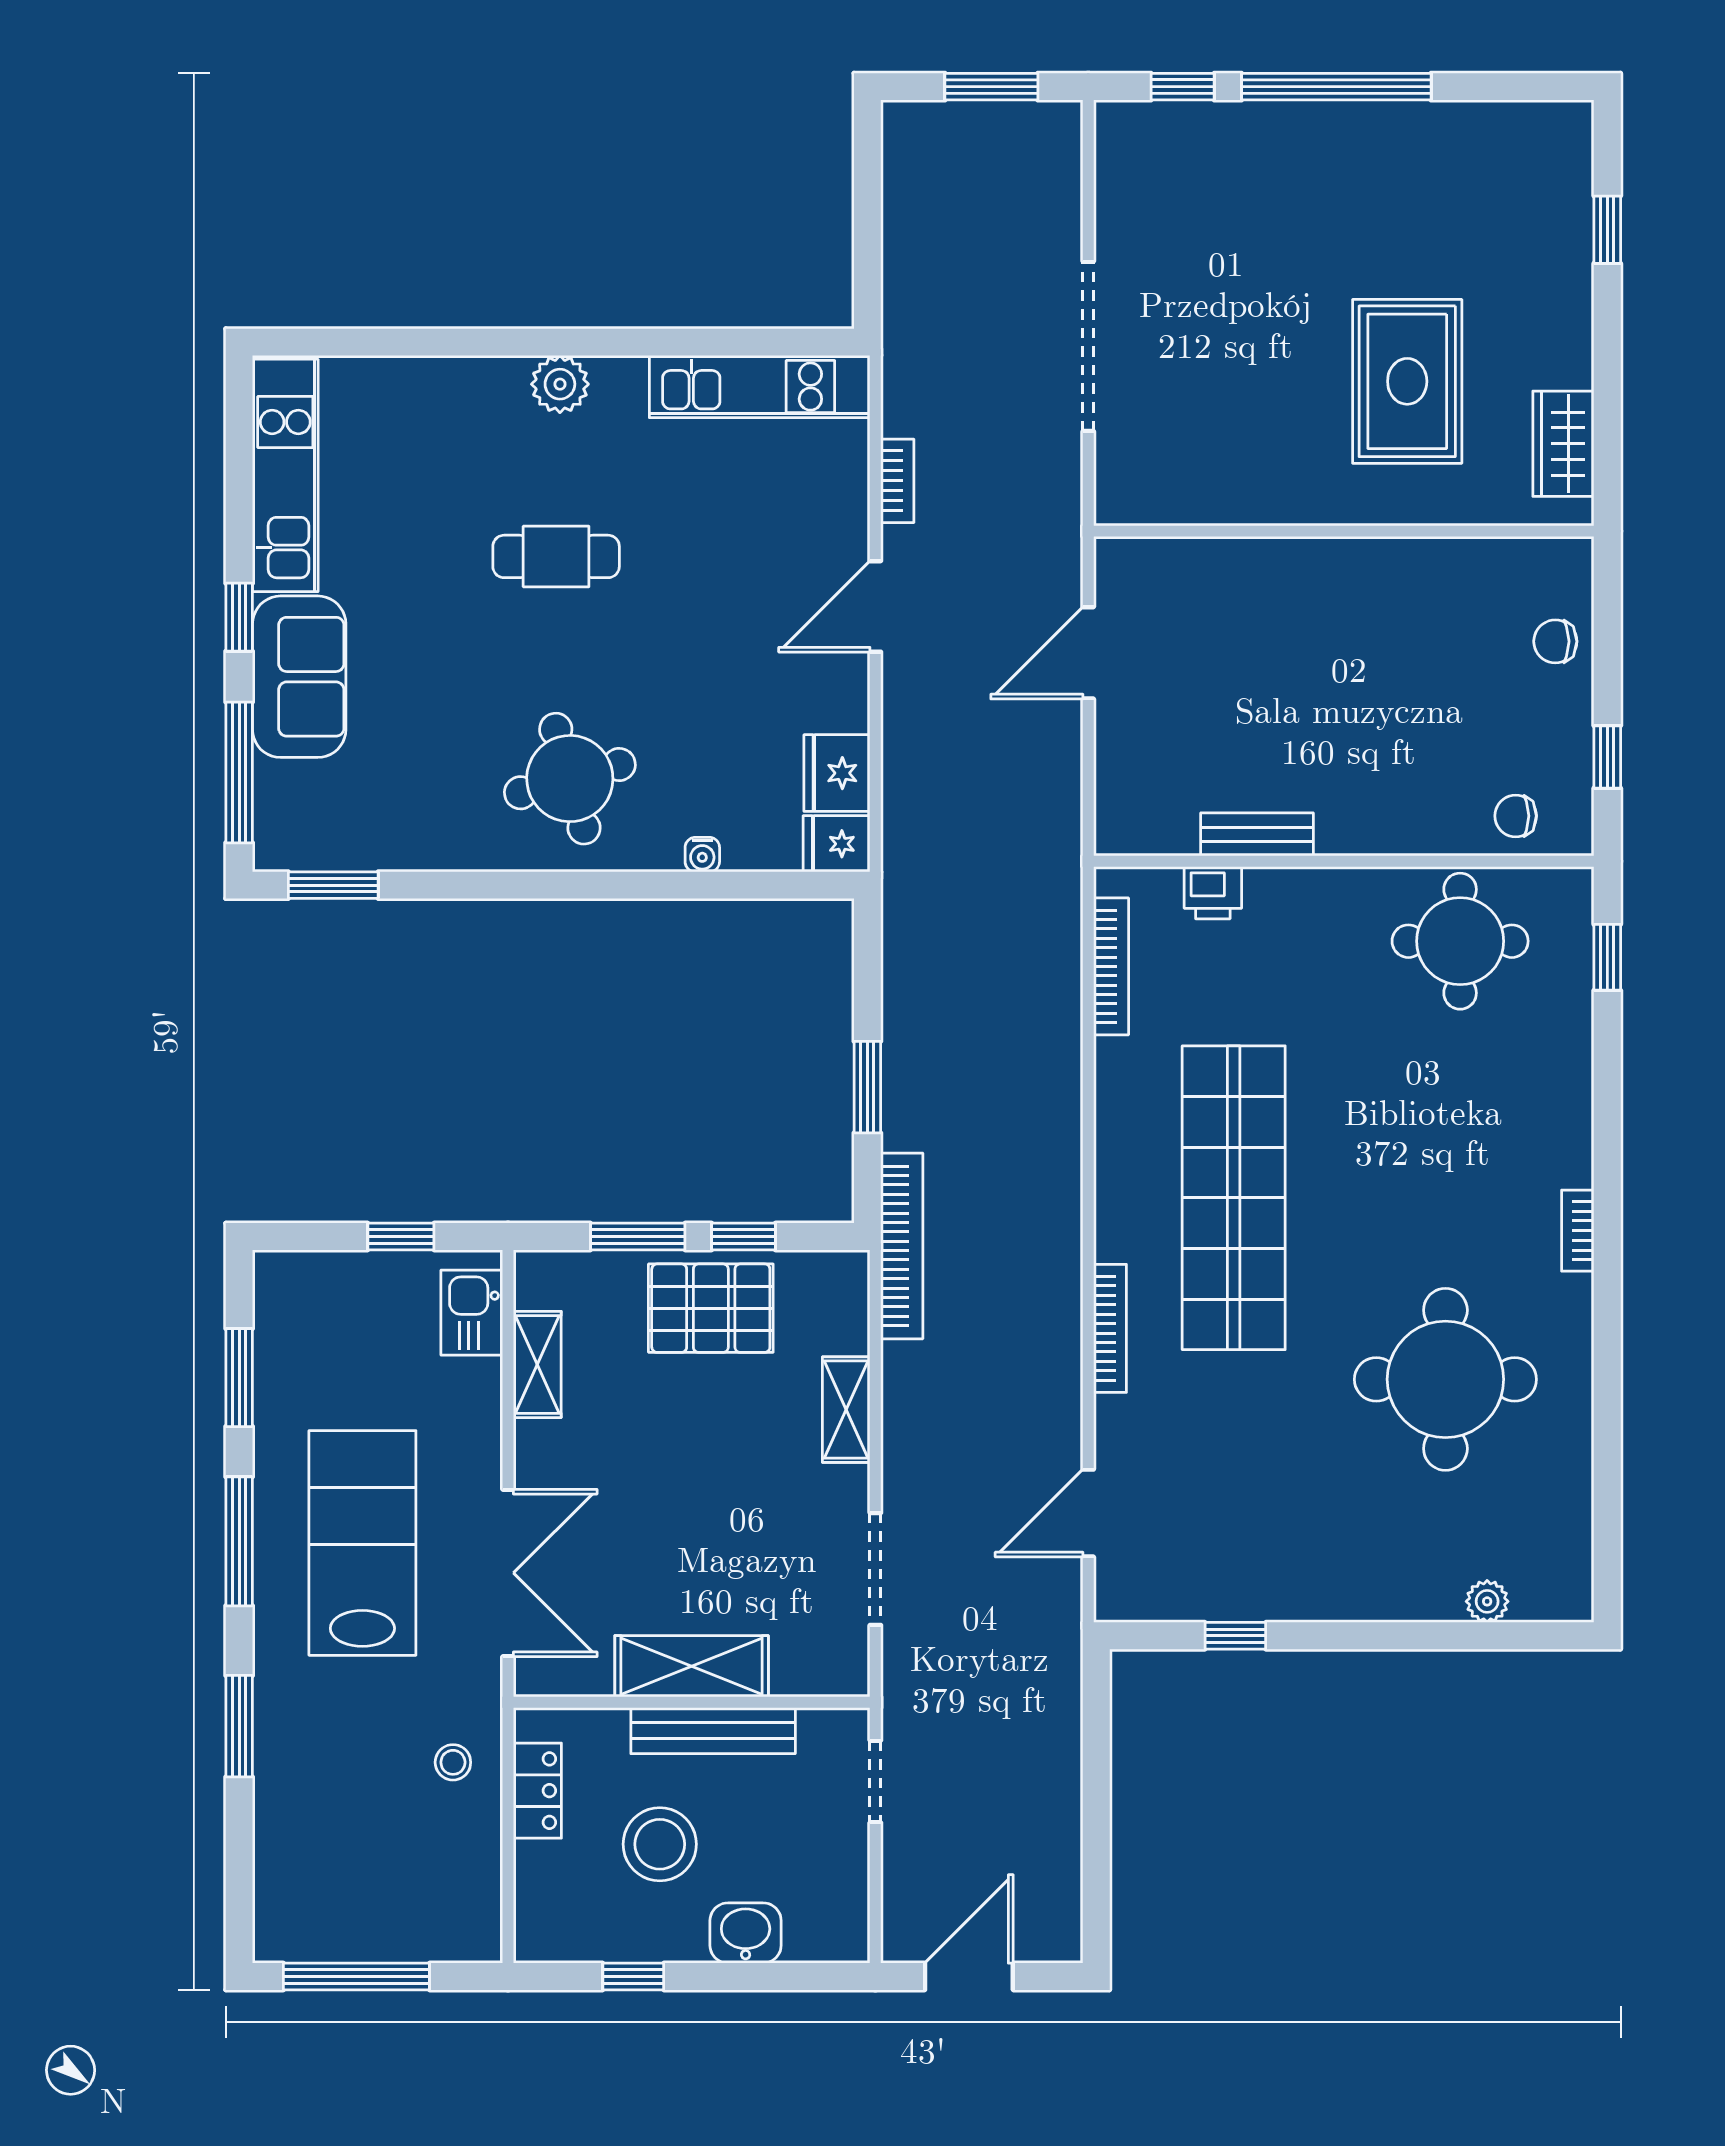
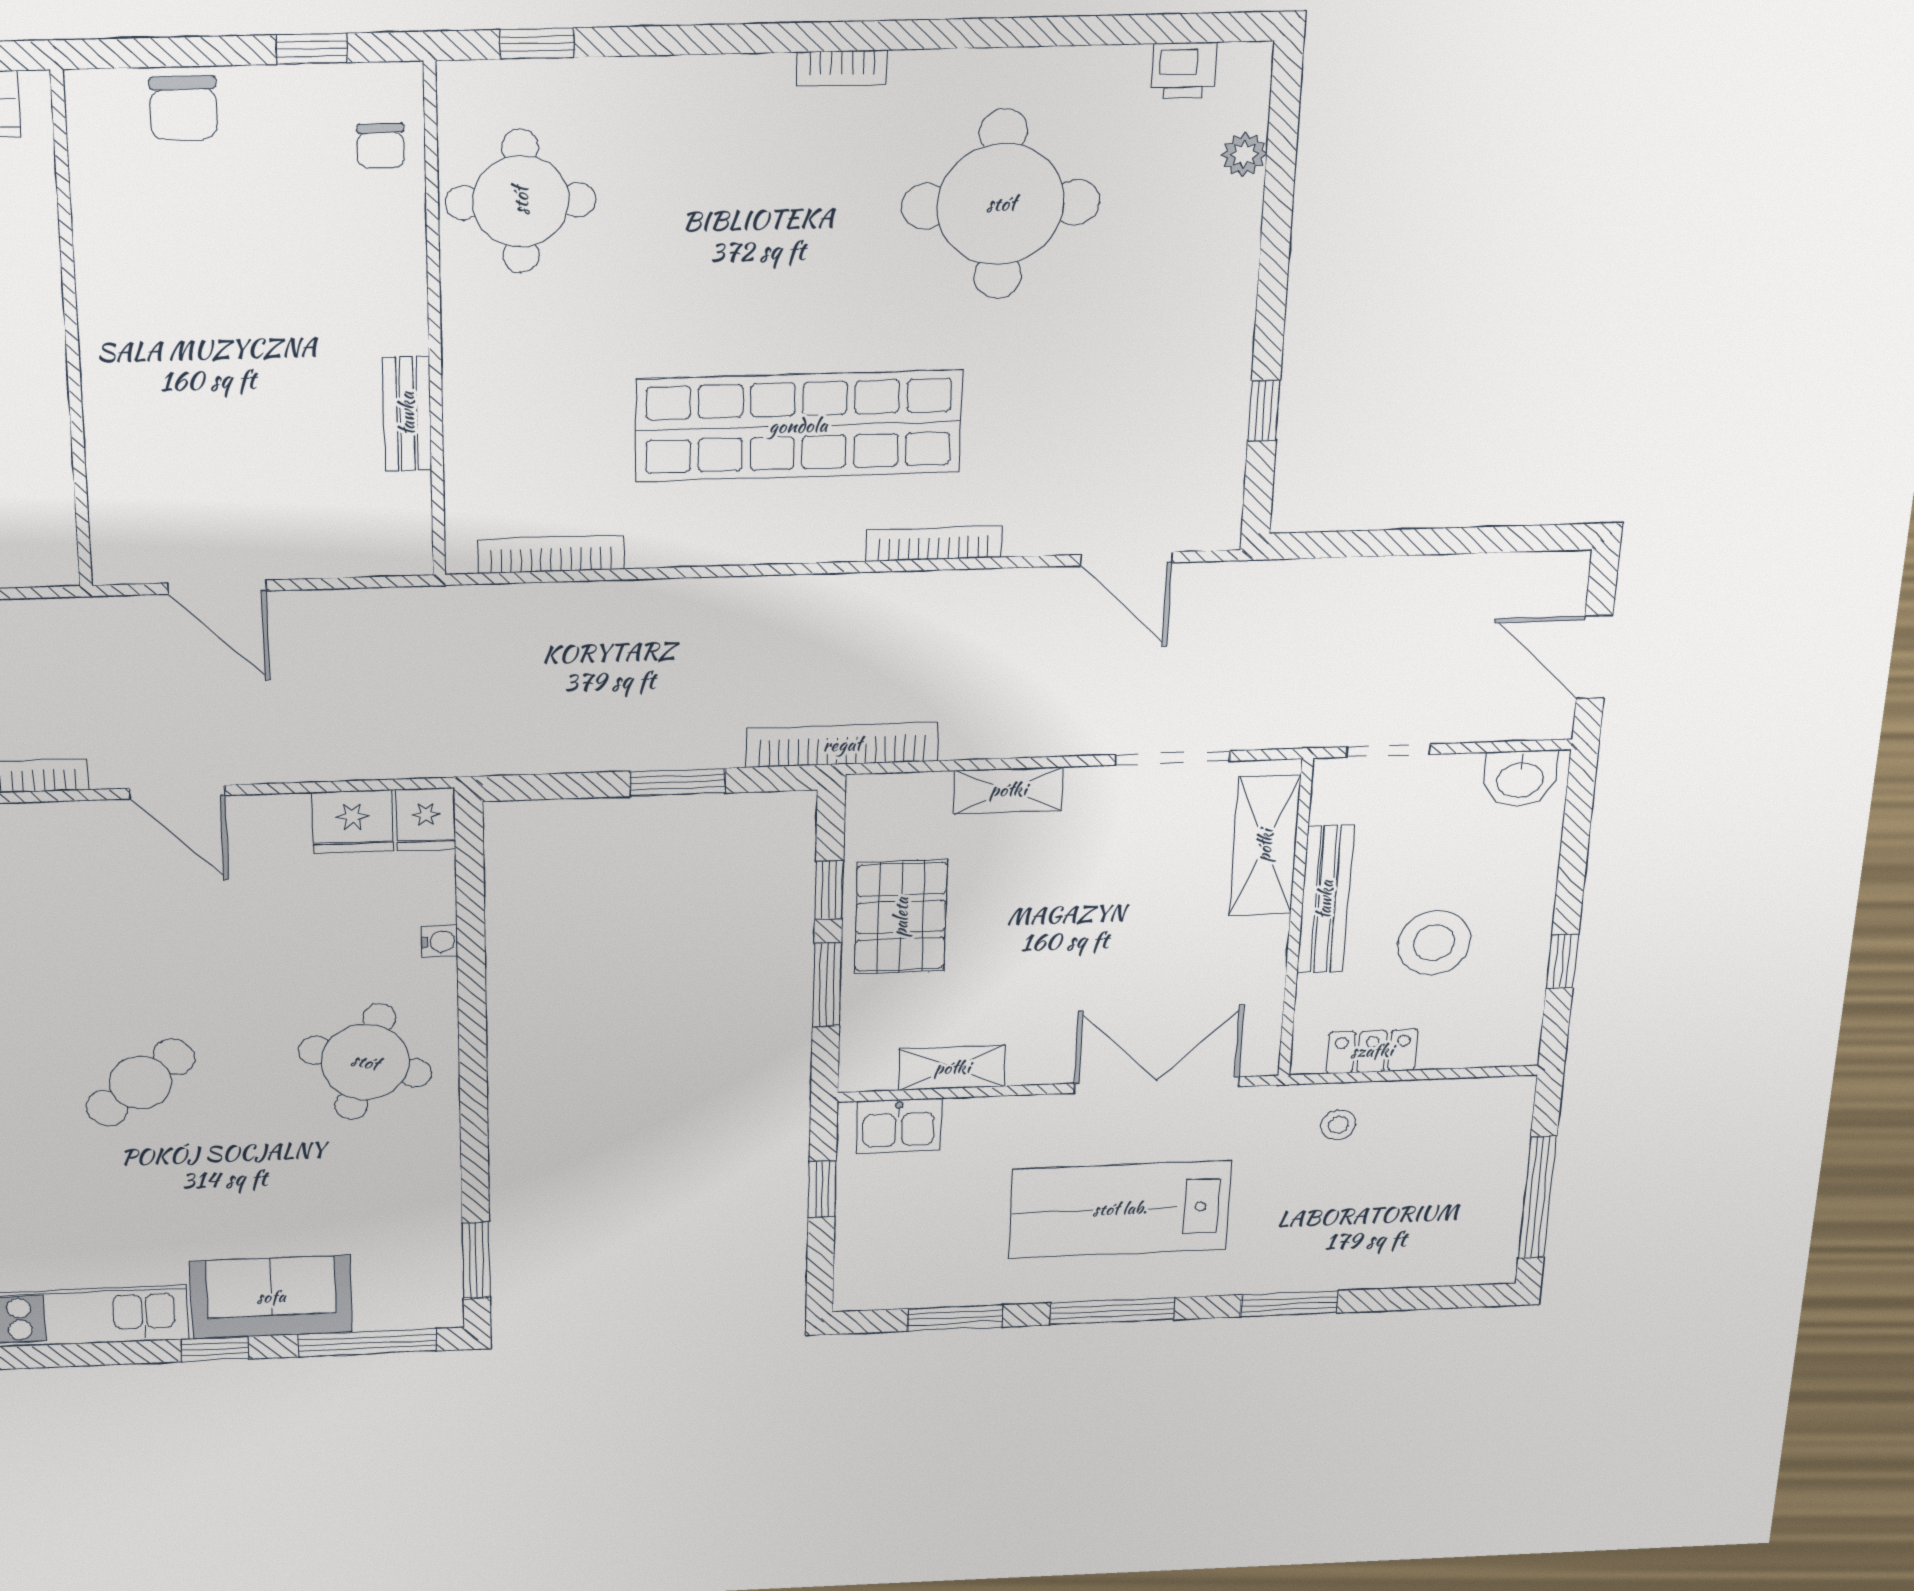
cafe table: (556, 556) -> (140, 1083), turned 51
chair: (1555, 641) -> (183, 108), width x1.37, depth x1.37
round table: (570, 779) -> (365, 1062), turned 33
printer: (1213, 893) -> (1184, 71), moved, turned 90
shelving: (692, 1666) -> (1265, 846), moved
washbasin: (746, 1933) -> (1520, 779), moved, turned -90

